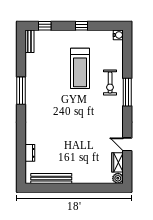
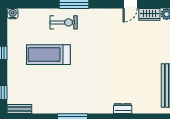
treadmill: (80, 68) -> (48, 55), turned 180
dresser: (30, 153) -> (123, 109), moved

